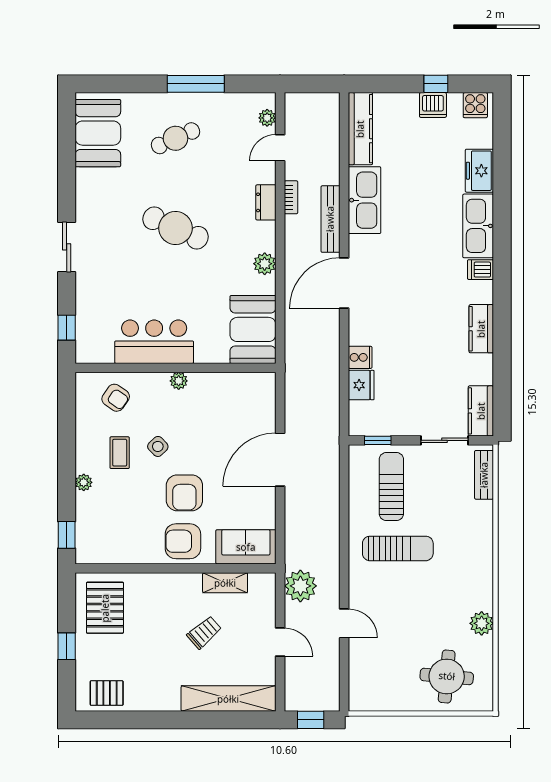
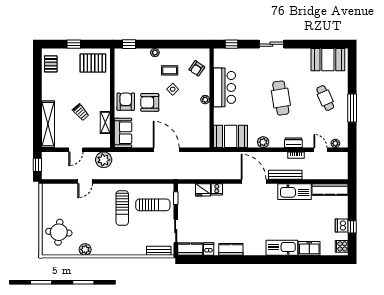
cafe table: (175, 228) -> (281, 98), turned -33
dishwasher: (481, 270) -> (209, 249), moved

